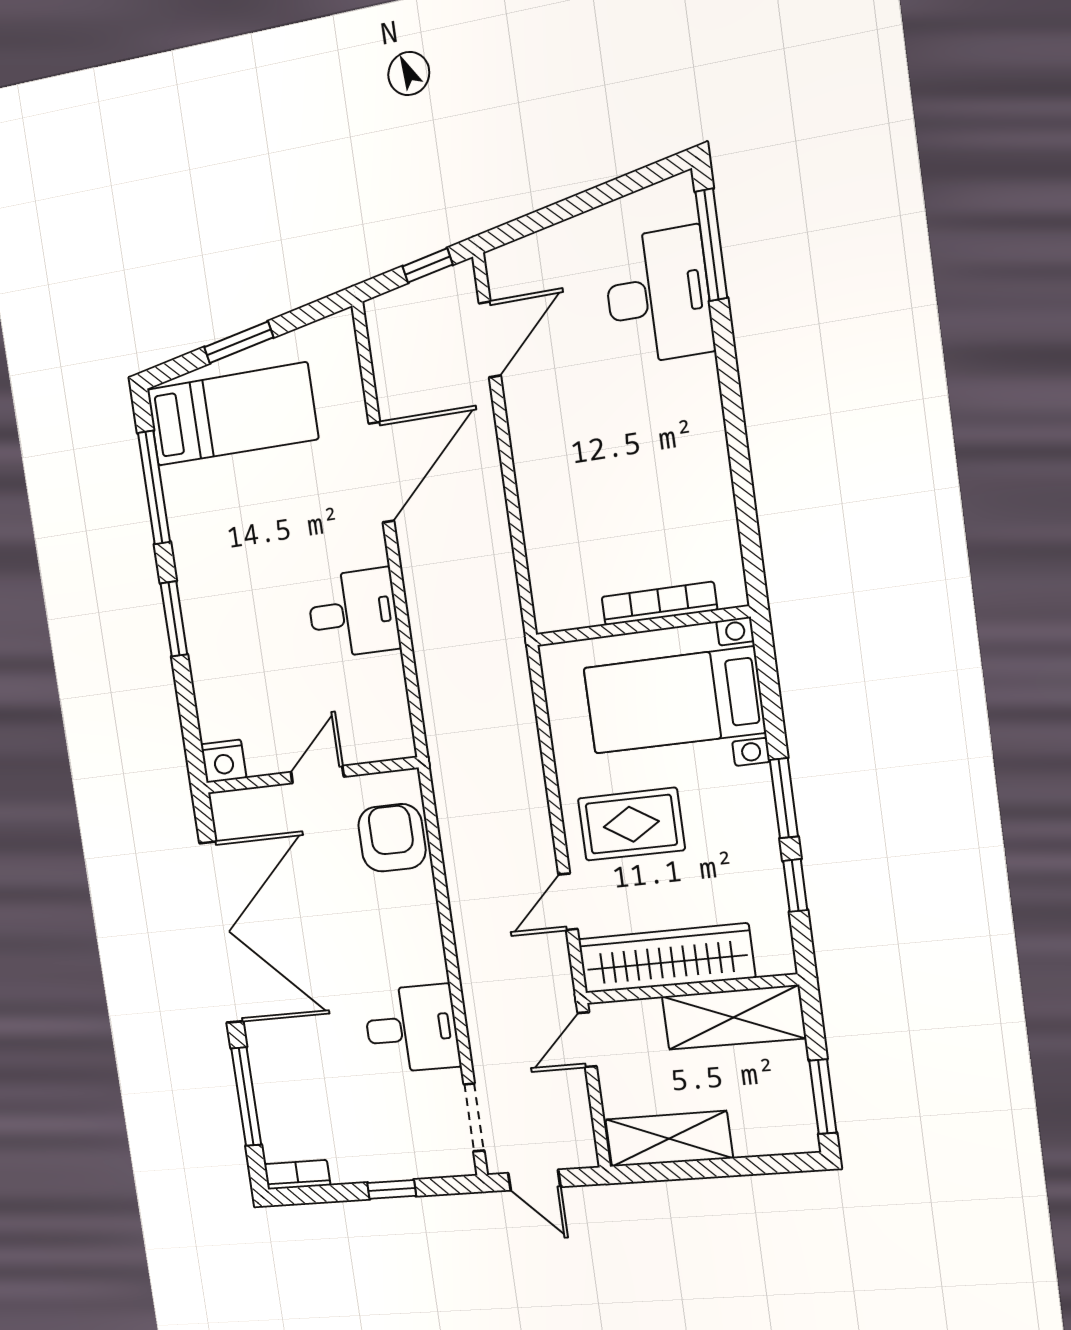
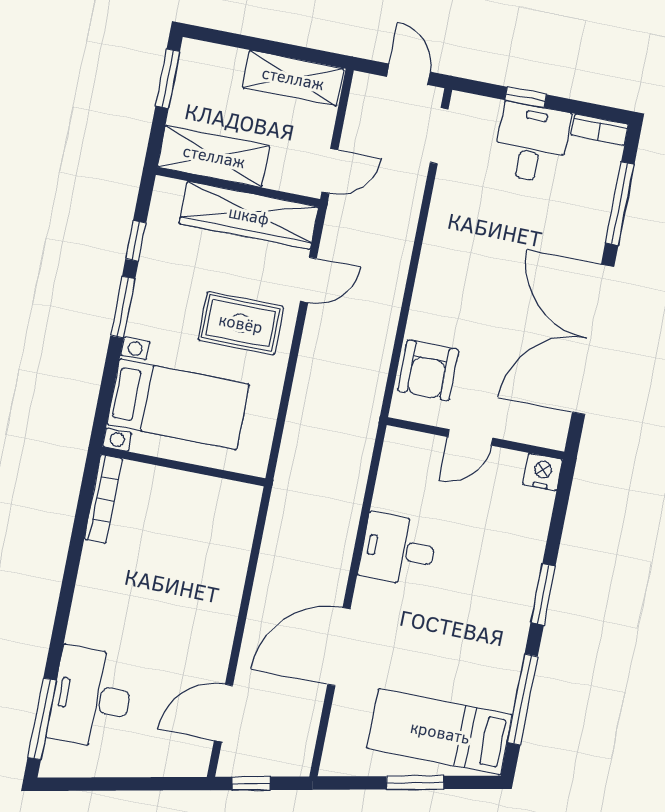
bookcase: (659, 603) -> (103, 499), moved, turned -90
desk: (412, 1029) -> (532, 143), moved, turned 90

